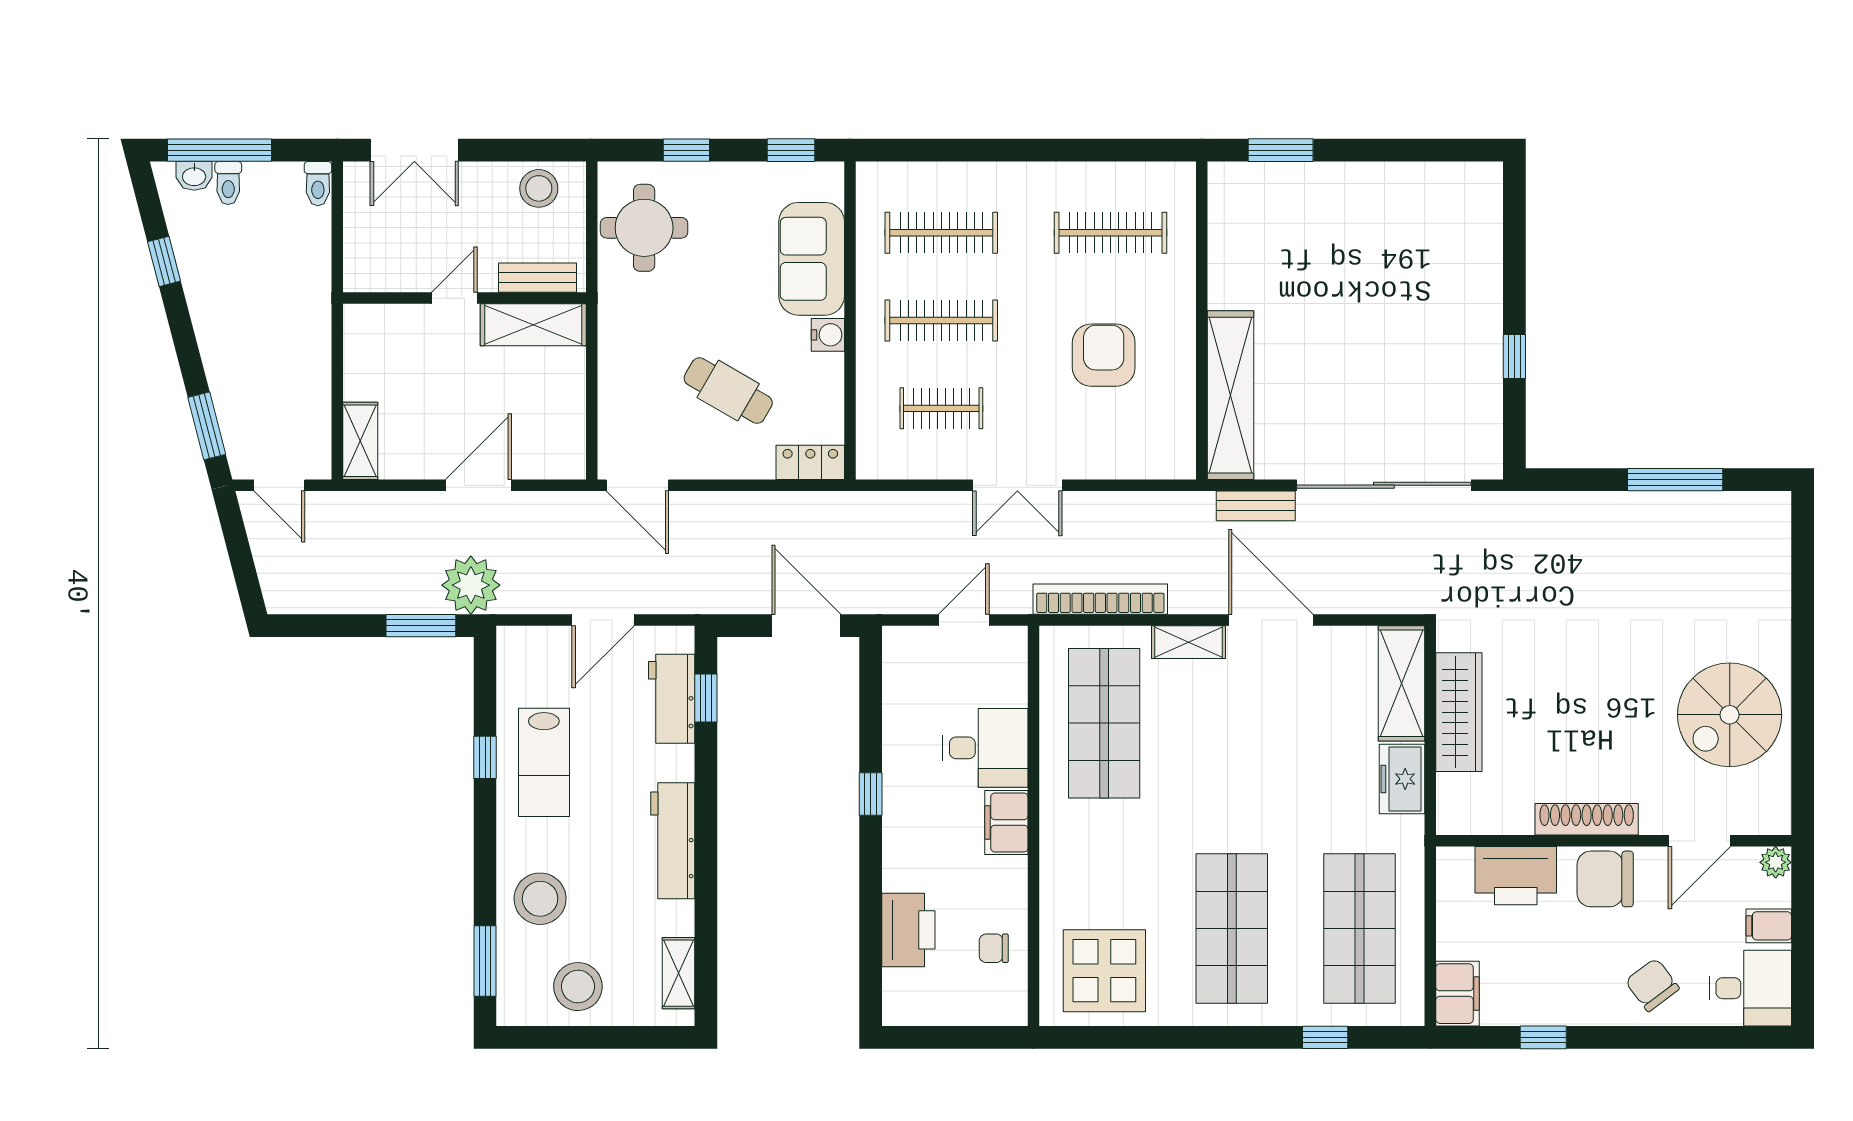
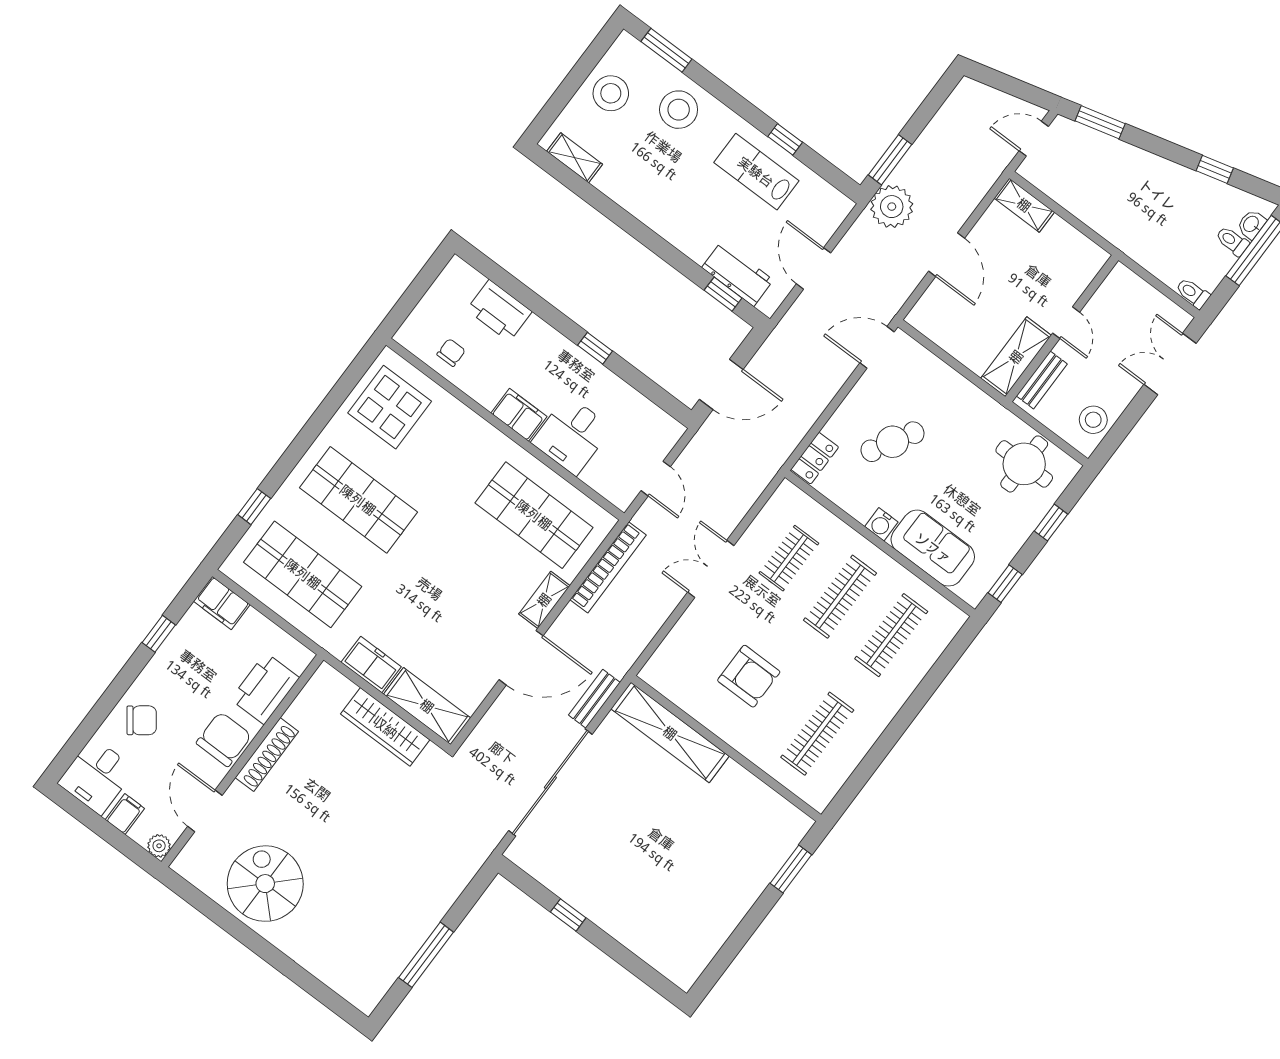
workbench: (673, 841) -> (654, 212), removed

